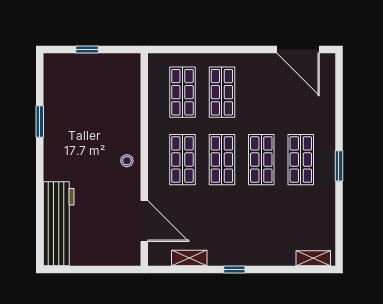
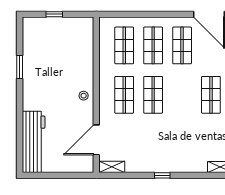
shop shelf: (261, 160) -> (182, 45), moved
door: (144, 221) -> (96, 140), swing flipped
shelving: (189, 258) -> (112, 167), moved

